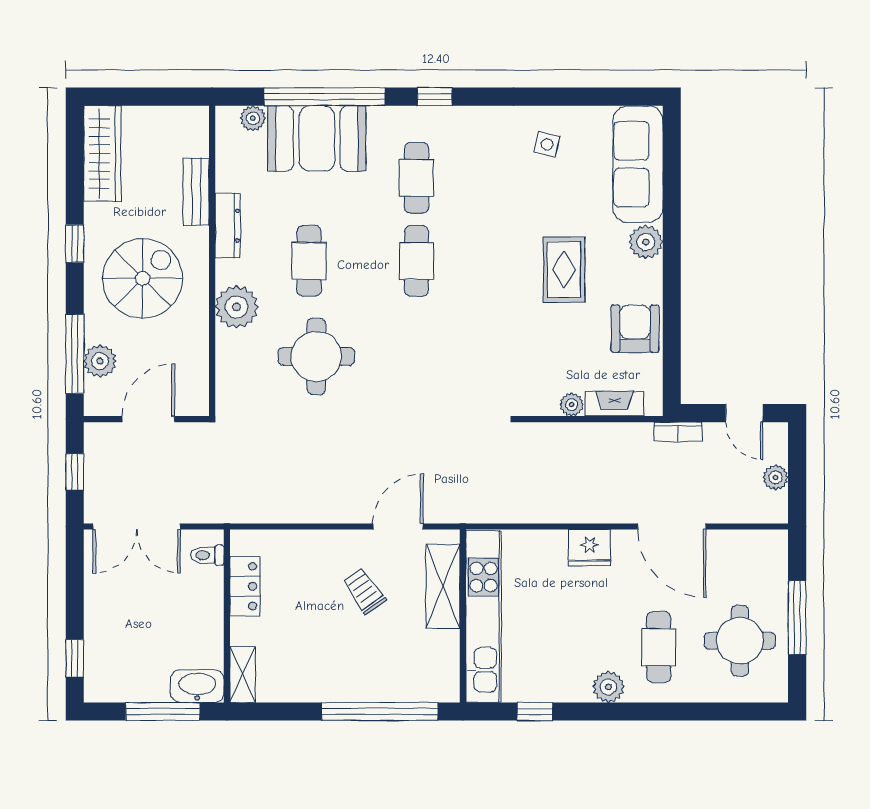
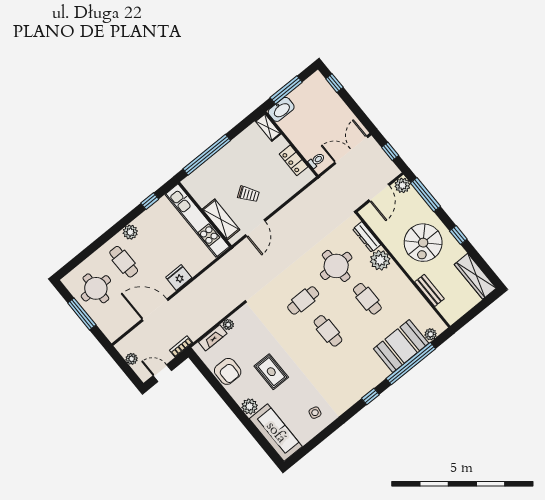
cafe table: (416, 178) -> (303, 300), moved, turned 90
dresser: (228, 226) -> (367, 237), moved
plant: (100, 361) -> (402, 185), moved

